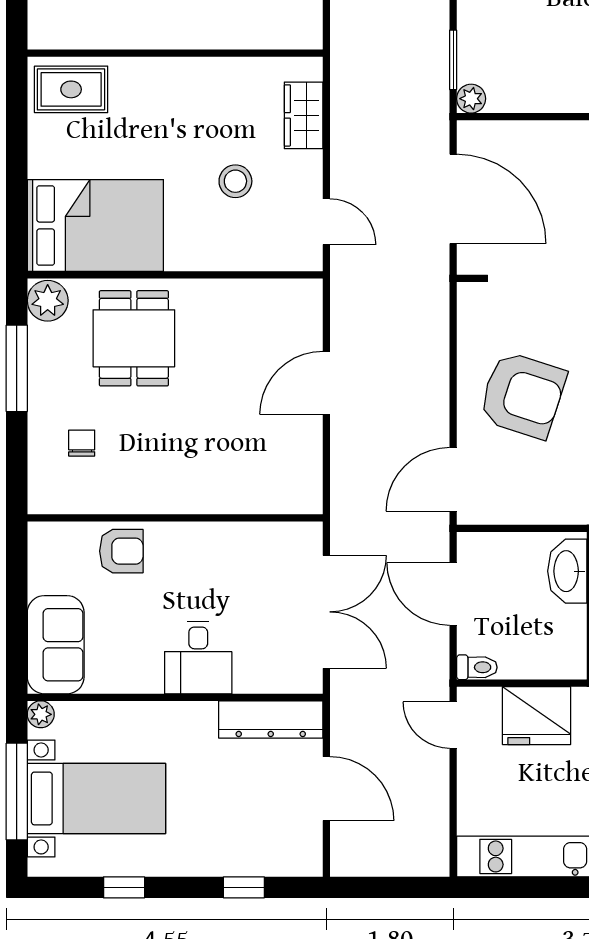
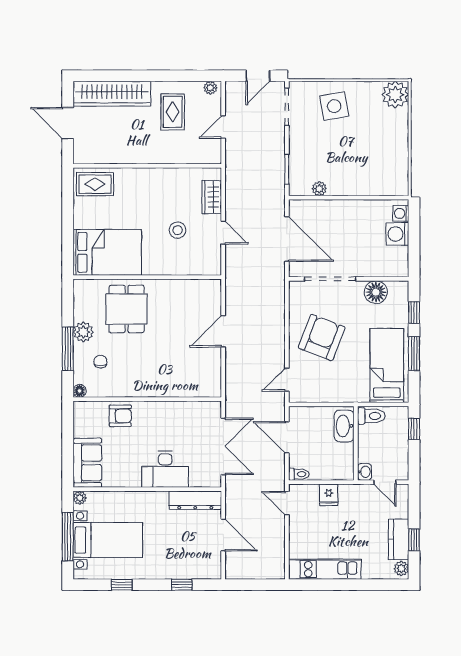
plant: (471, 99) -> (319, 189), moved
door: (326, 222) -> (223, 233), moved
plant: (48, 301) -> (83, 332), moved
window: (17, 368) -> (68, 349), moved
armchair: (522, 395) -> (322, 337), turned -87
door: (453, 479) -> (287, 380), width x0.73
floor lamp: (40, 501) -> (80, 391), added
desk: (198, 658) -> (165, 469), width x1.37
fridge: (537, 716) -> (329, 495), width x0.53, depth x0.75

